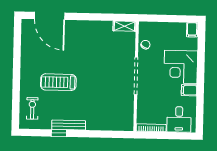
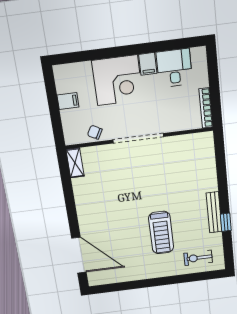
door: (50, 16) -> (79, 255), hinge flipped
filing cabinet: (192, 30) -> (68, 101), moved
desk: (179, 119) -> (174, 68), moved, turned -90

